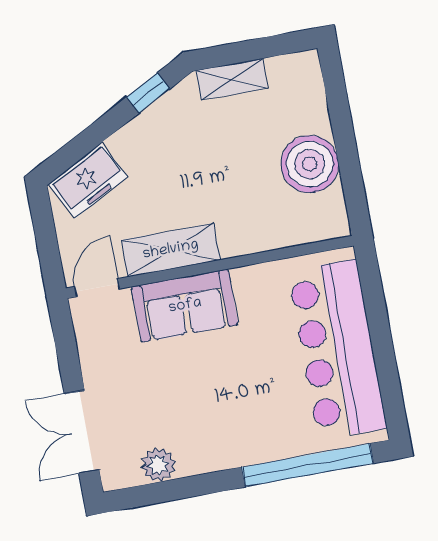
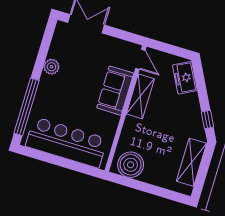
shelving: (232, 79) -> (191, 162), width x1.50, depth x1.33
boiler: (310, 164) -> (131, 165), moved
plant: (158, 465) -> (51, 67), moved

